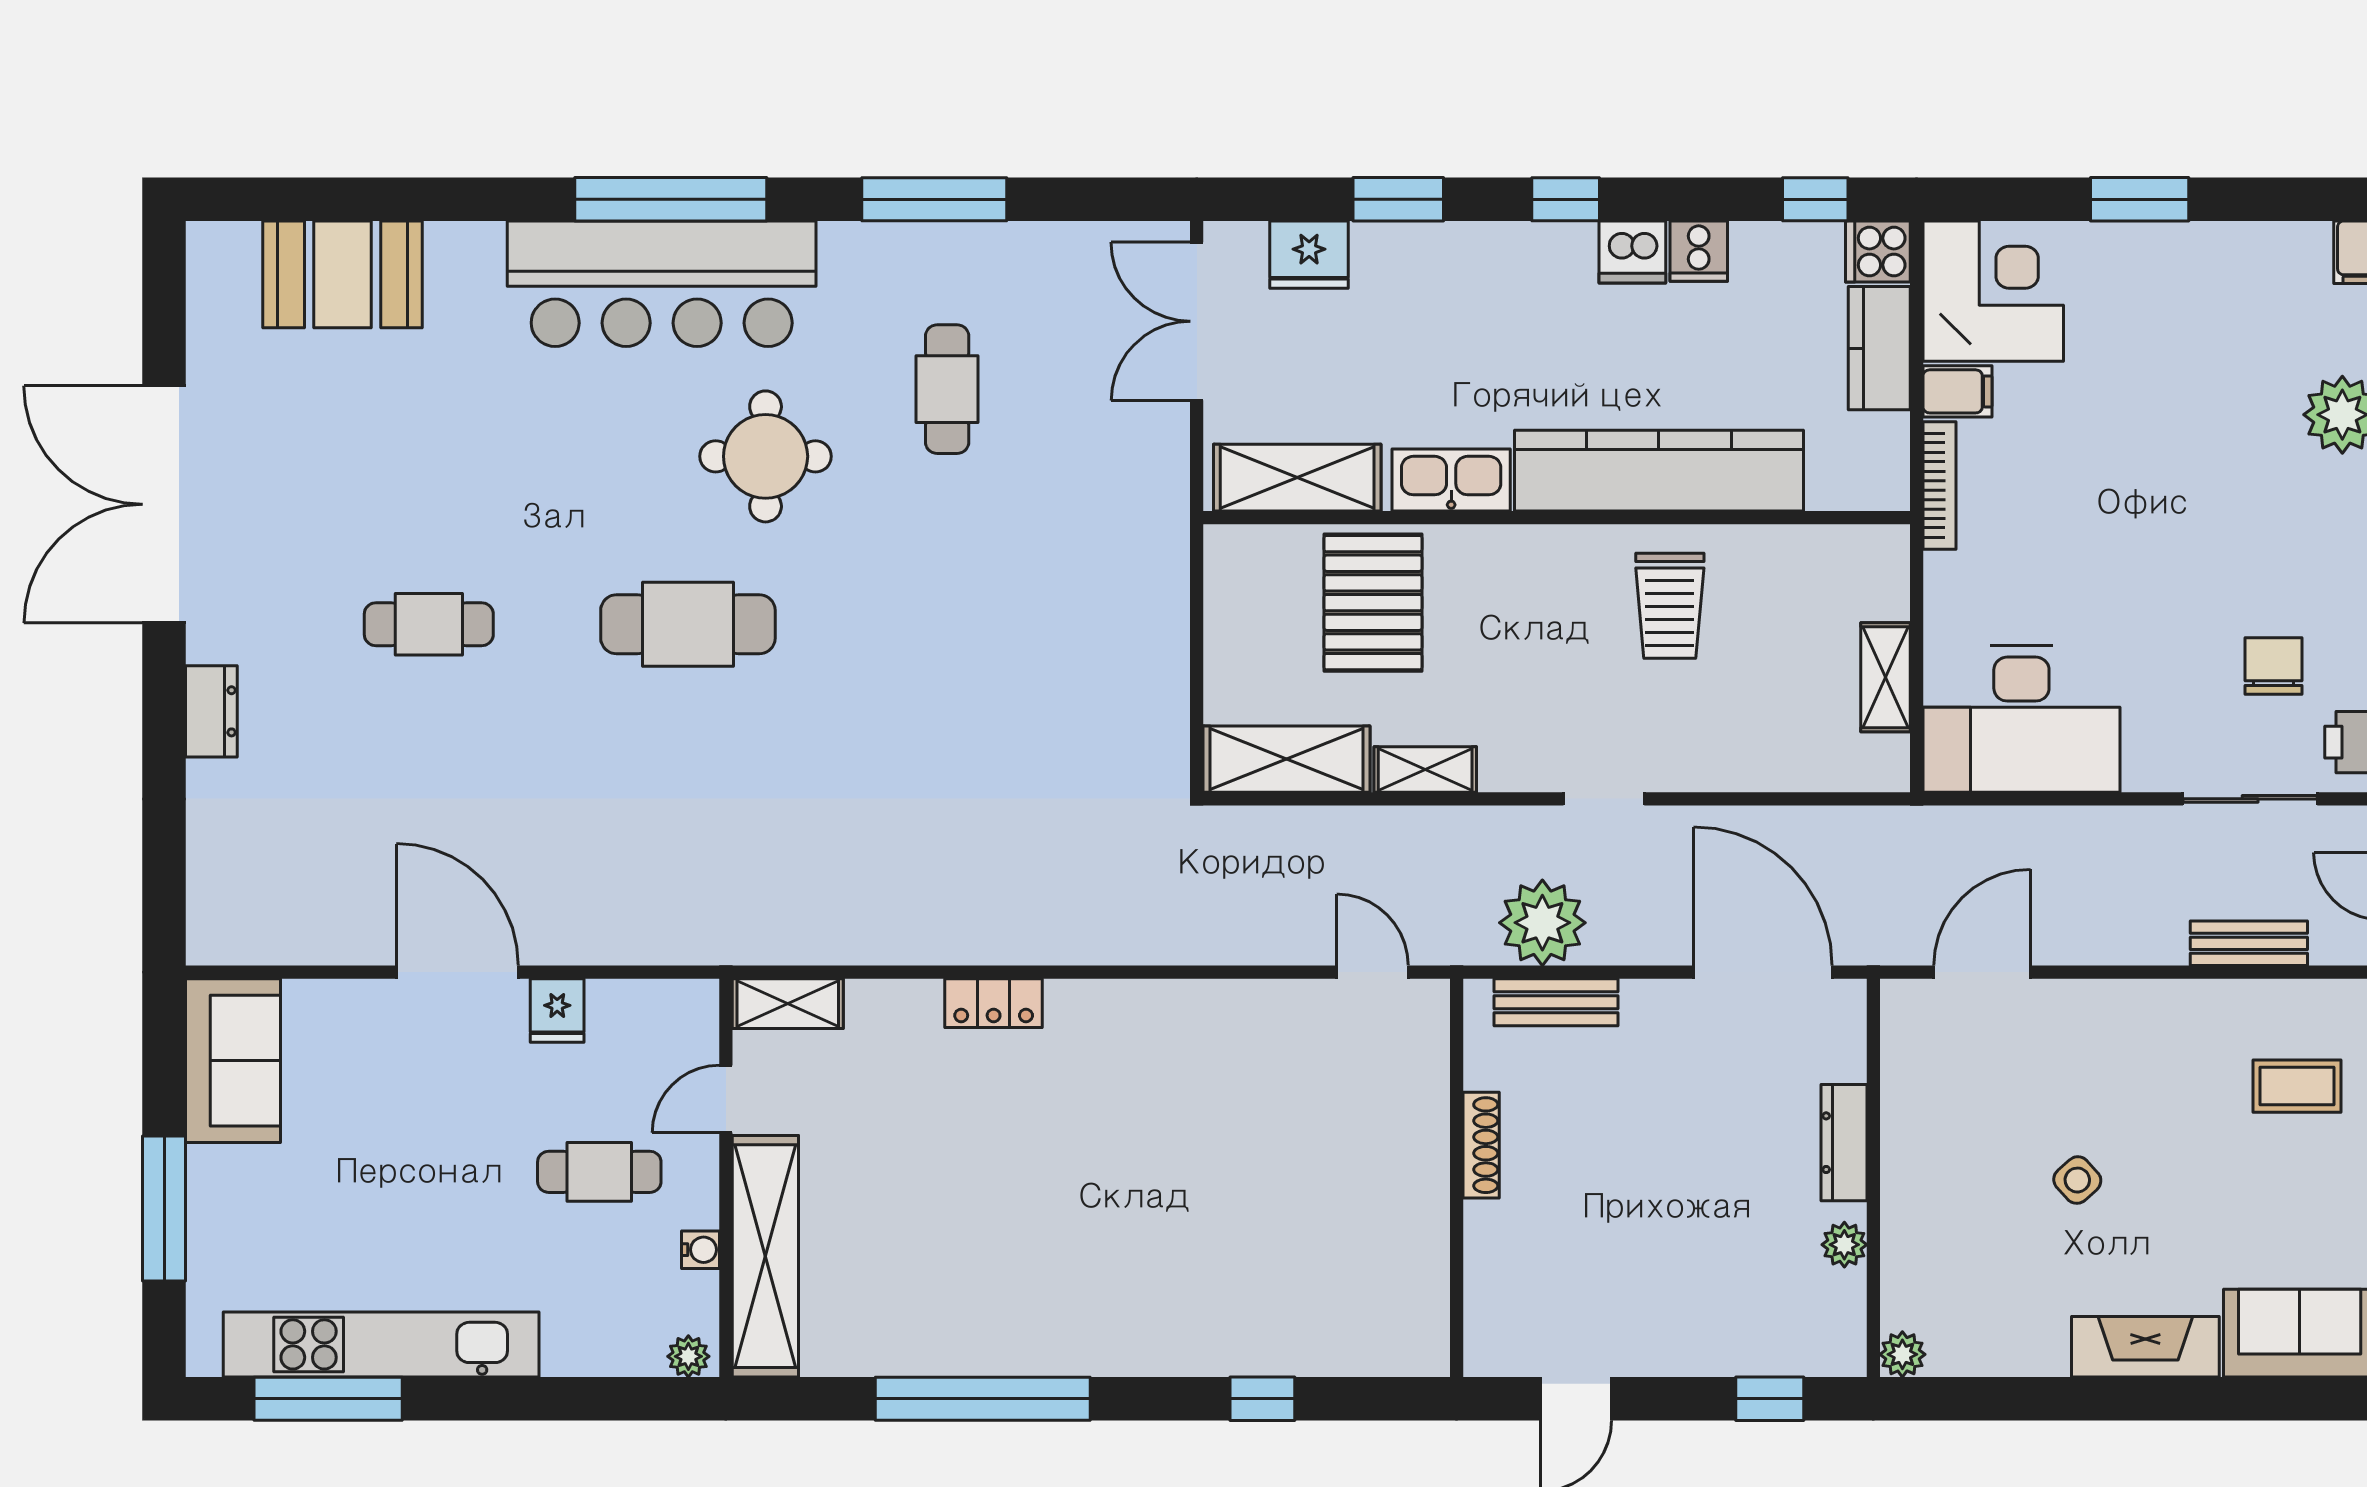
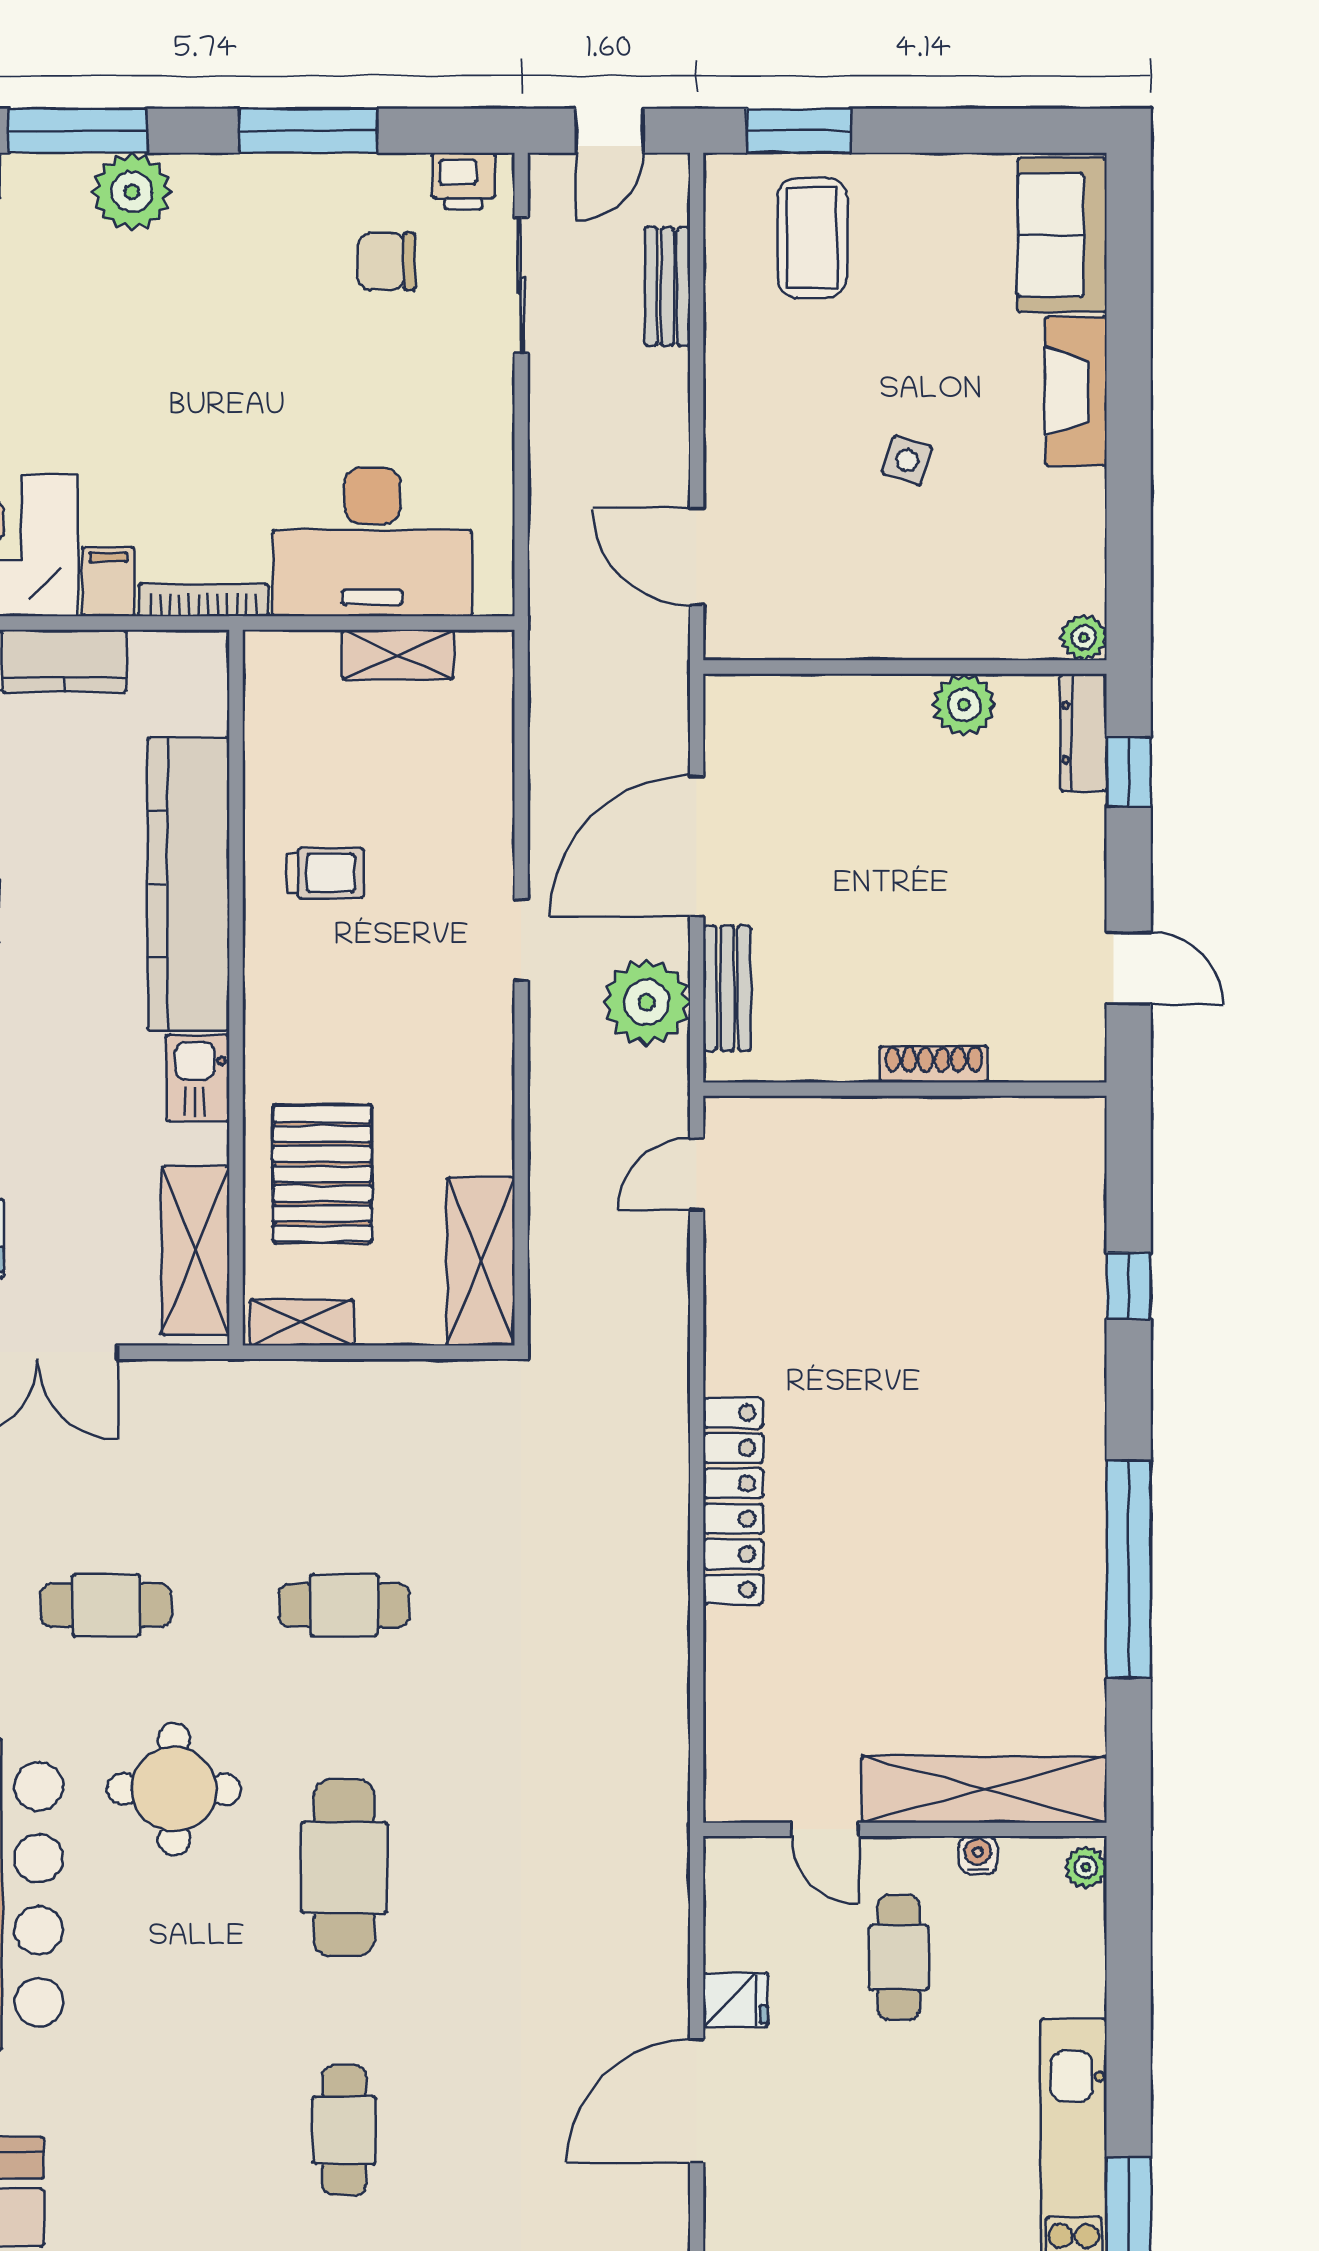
kitchen sink: (1451, 480) -> (198, 1078), width x0.73
pallet: (1373, 603) -> (322, 1174), turned 90
trolley: (1670, 606) -> (325, 873), width x0.73, depth x0.72
cafe table: (947, 624) -> (344, 1605), added
desk: (2021, 719) -> (372, 542), moved, turned 90
shelving: (1425, 769) -> (302, 1322), moved, turned 90
door: (1763, 972) -> (697, 846), moved
locker: (994, 1003) -> (733, 1501), width x2.16, depth x1.21
shelving: (788, 1004) -> (728, 1767), removed
coffee table: (2297, 1086) -> (812, 238), width x1.36, depth x1.30
dresser: (1844, 1143) -> (1084, 733), moved, turned 90
shoe rack: (1481, 1145) -> (934, 1064), moved
side table: (2077, 1180) -> (907, 460), turned -30
plant: (1844, 1245) -> (964, 705), width x1.38, depth x1.38

